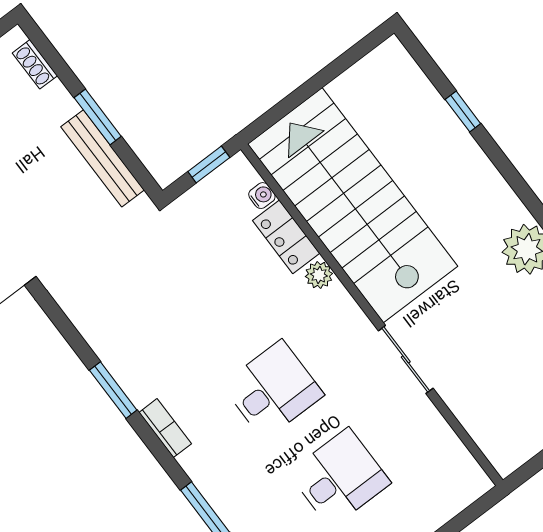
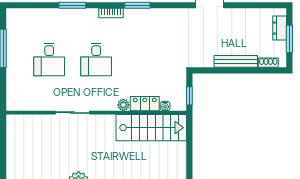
window: (98, 117) -> (234, 70), removed
bench: (103, 158) -> (236, 61), moved
stairs: (353, 205) -> (151, 128), width x0.73, depth x0.66

